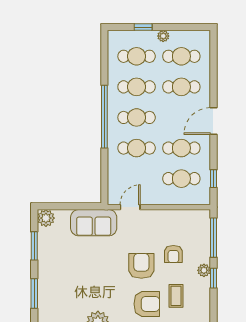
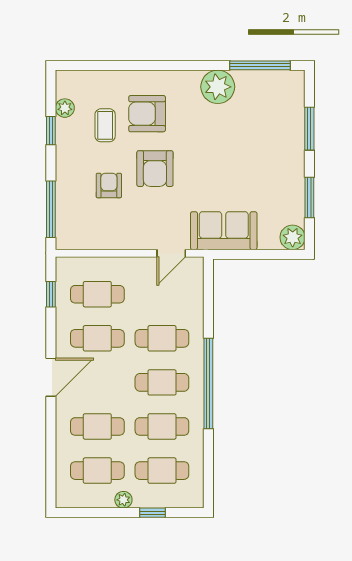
plant: (204, 270) -> (65, 108), moved
window: (214, 278) -> (51, 131), moved

